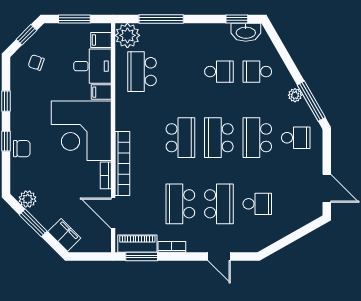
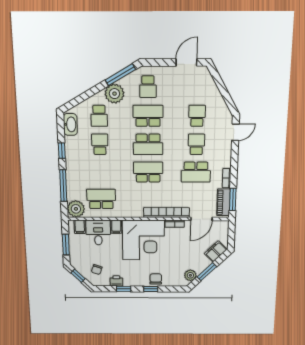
window: (237, 19) -> (62, 151), moved
school desk: (142, 72) -> (101, 199), turned 180
printer: (18, 91) -> (116, 281), added
plant: (295, 95) -> (114, 94), width x1.88, depth x1.88
school desk: (257, 138) -> (148, 116), turned 180
school desk: (296, 138) -> (148, 87), turned 180
school desk: (219, 204) -> (196, 144), width x0.54
door: (219, 256) -> (235, 132), moved

